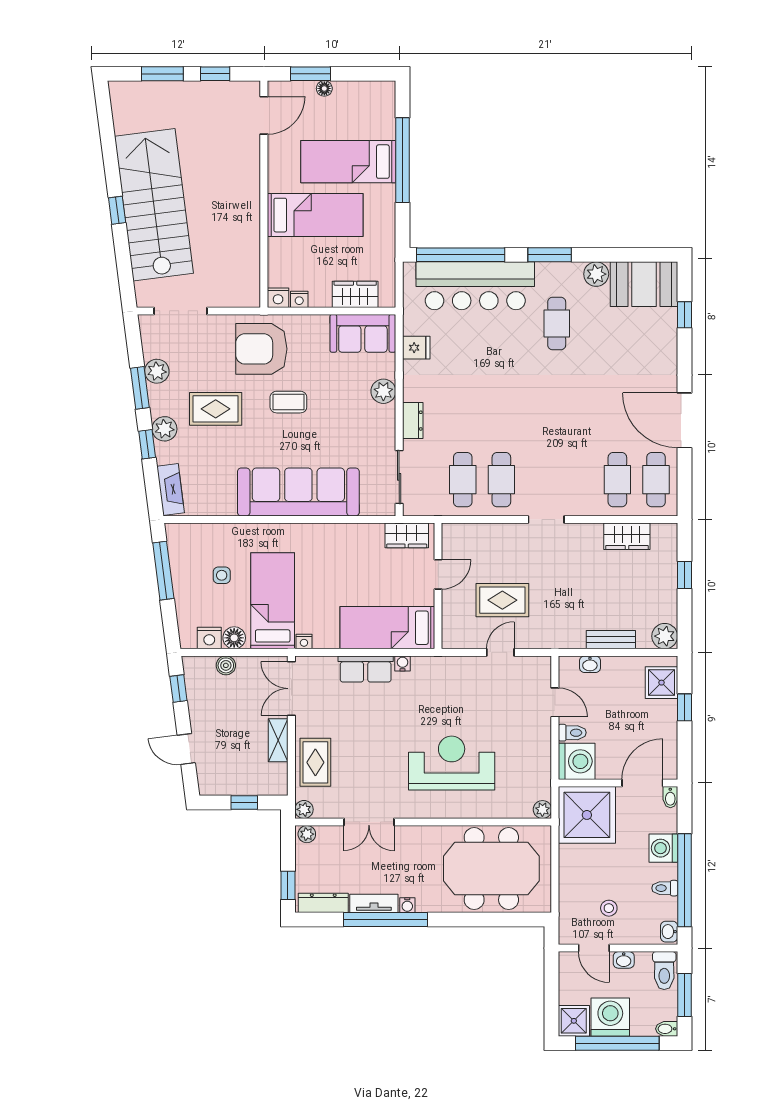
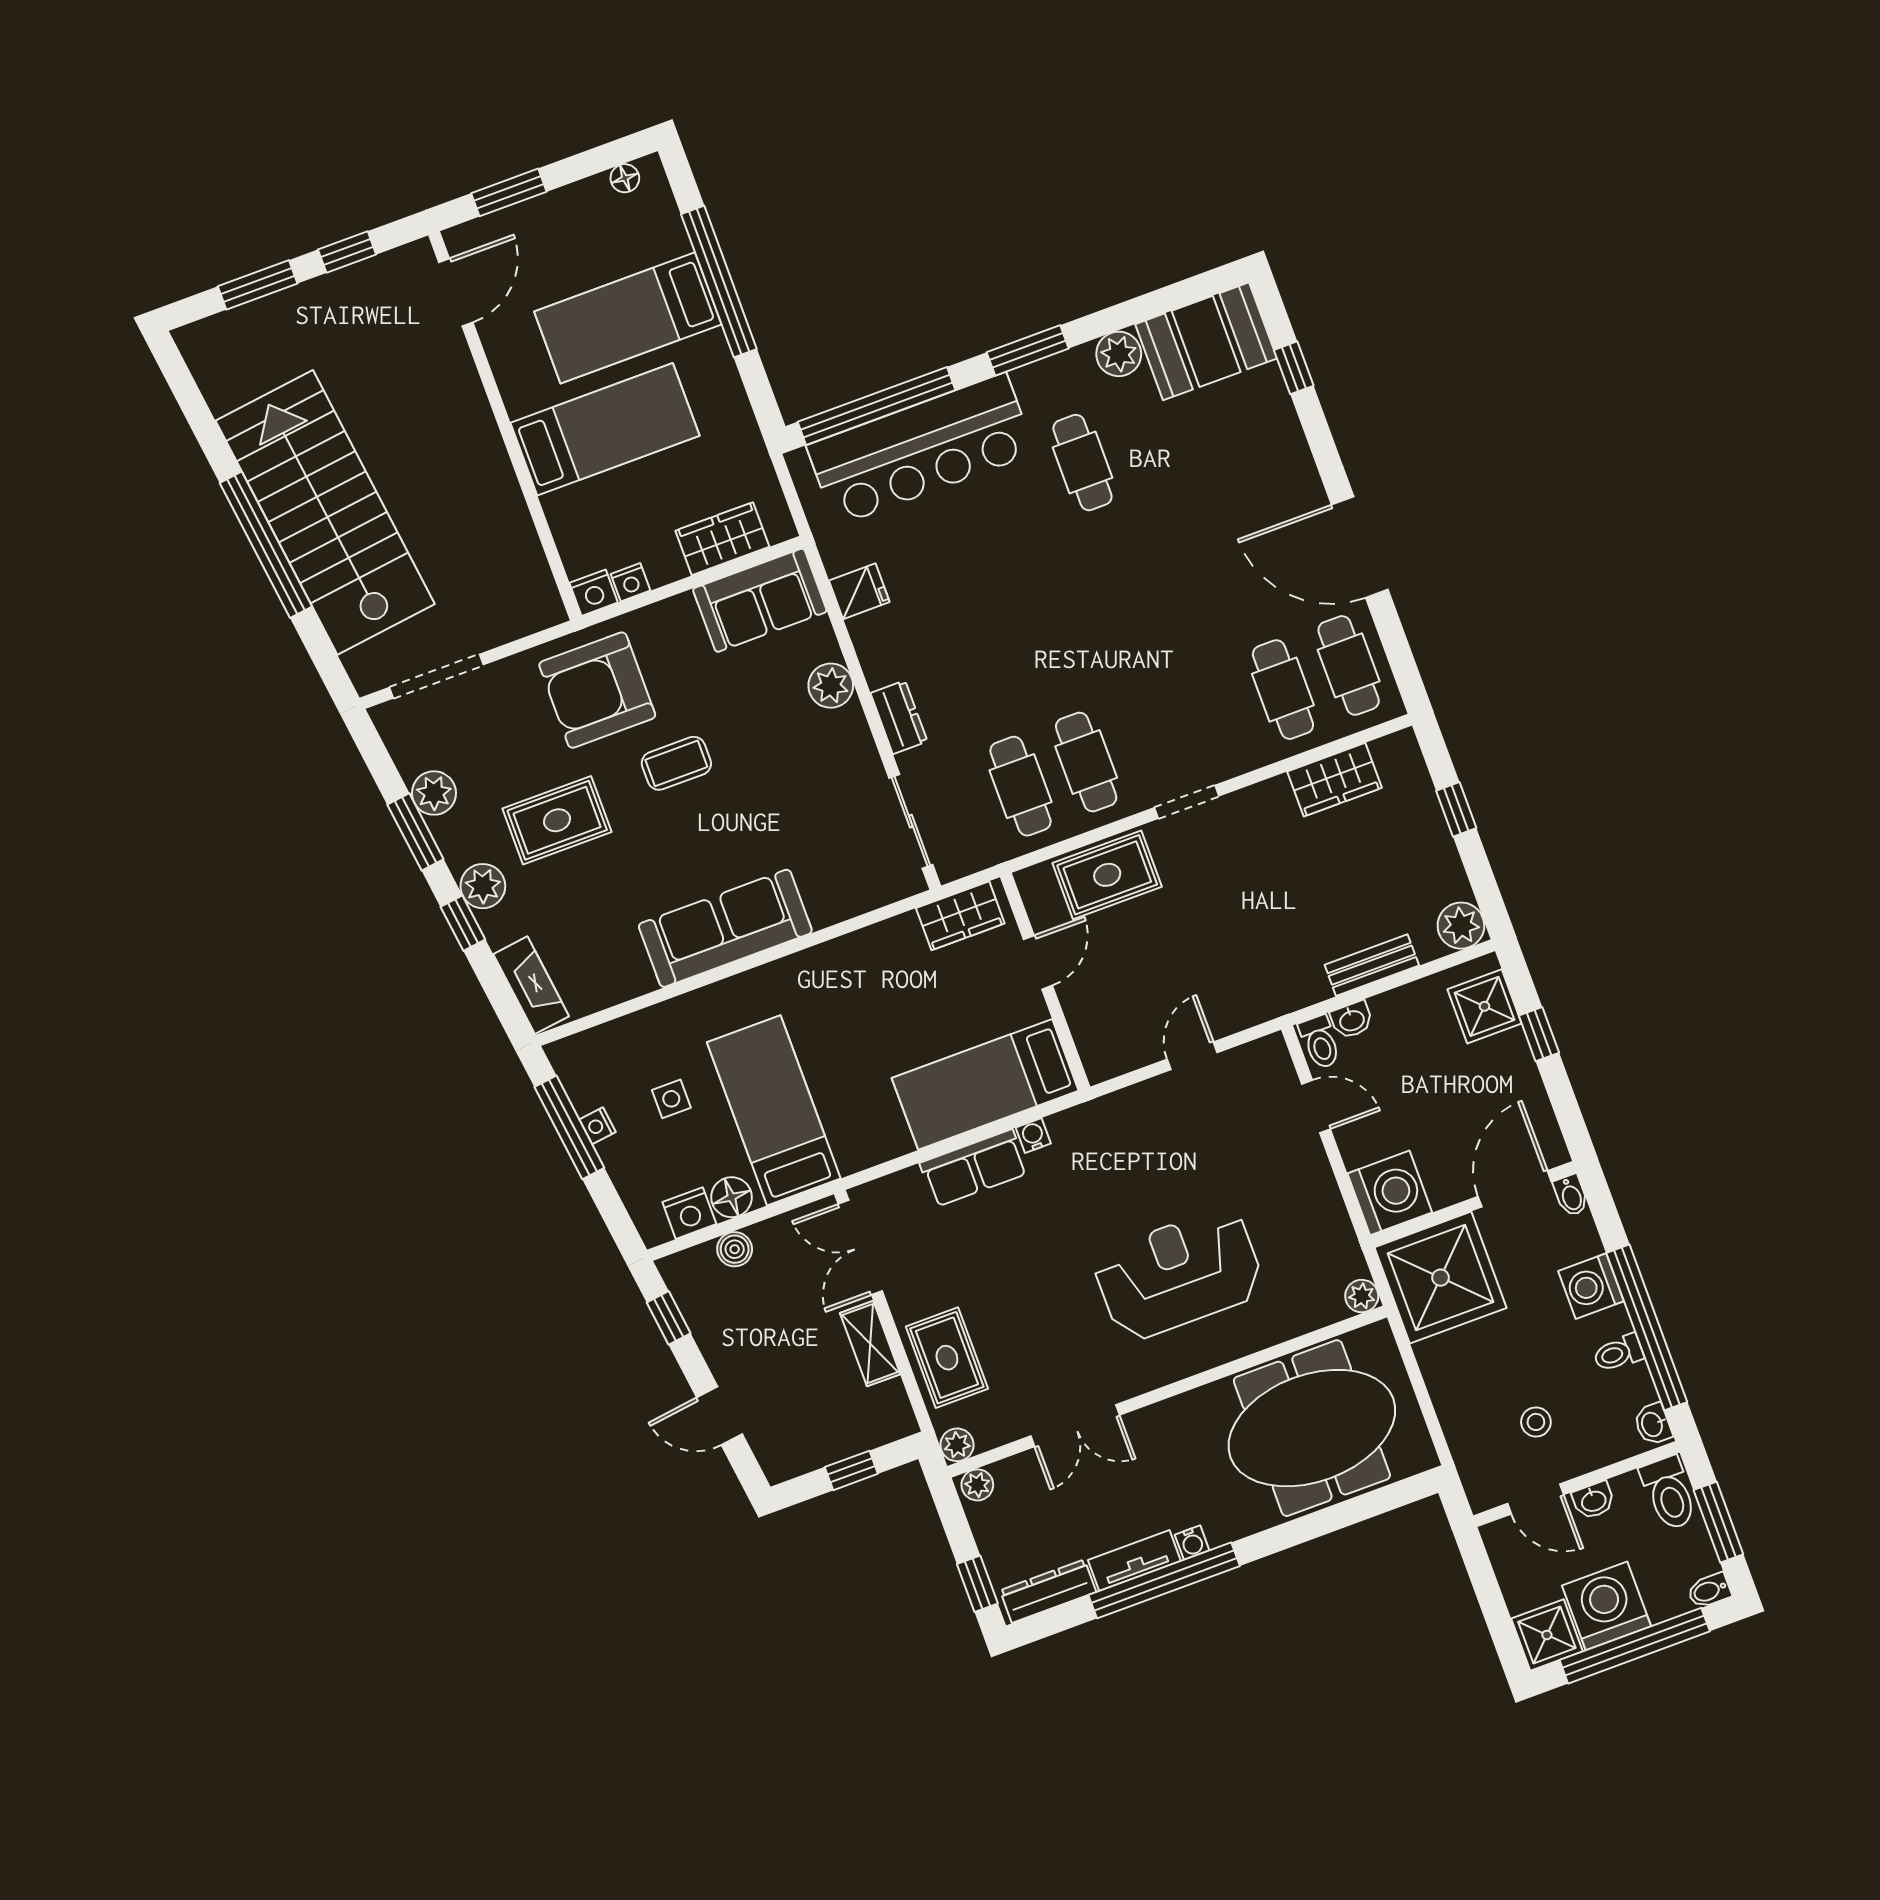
floor lamp: (324, 88) -> (625, 178), moved
window: (117, 210) -> (266, 545), width x3.17
sofa: (298, 492) -> (725, 928), width x0.74, depth x0.79
rug: (502, 600) -> (1107, 875), moved
nightstand: (304, 642) -> (598, 1126), moved, turned 83
toilet: (572, 733) -> (1320, 1042), moved, turned 90

